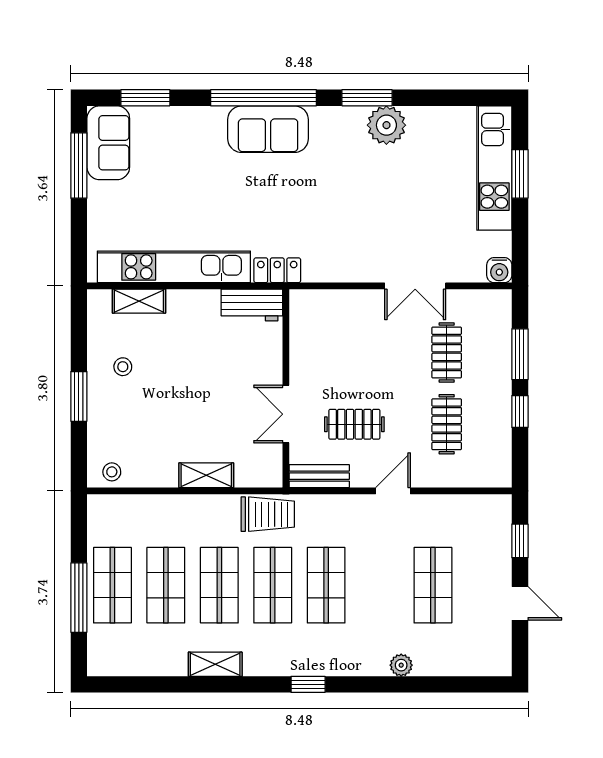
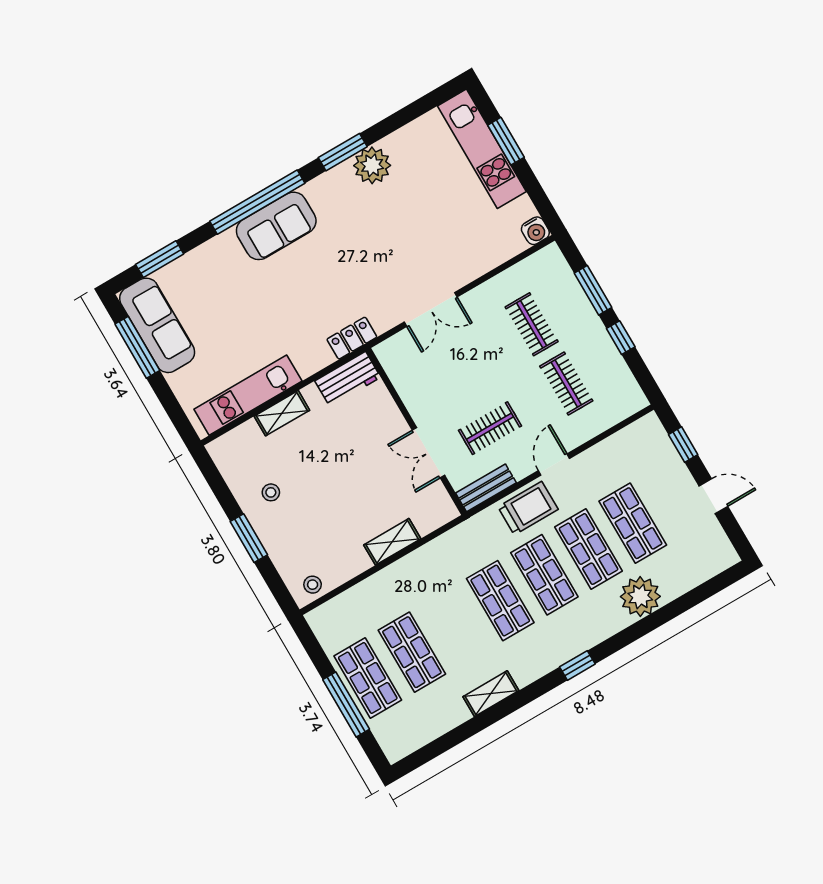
sofa: (108, 143) -> (157, 325), width x1.36
kitchen unit: (174, 267) -> (248, 395), width x0.73
double door: (415, 286) -> (431, 309), moved
shelving: (139, 301) -> (282, 413), moved
trolley: (268, 514) -> (528, 508), moved
shop shelf: (219, 585) -> (589, 549), moved
plant: (401, 665) -> (640, 597), width x1.87, depth x1.87

